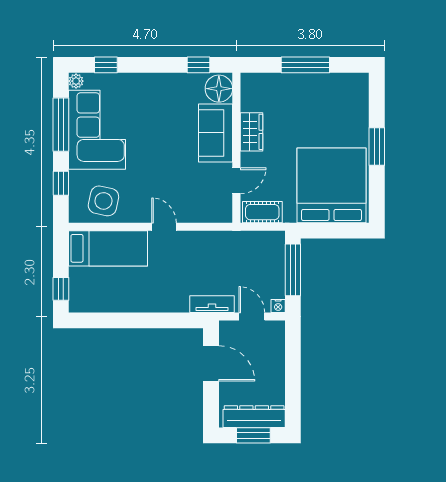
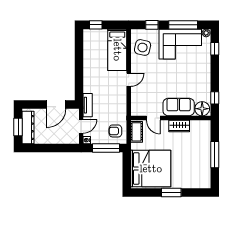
armchair: (261, 252) -> (115, 131), added

